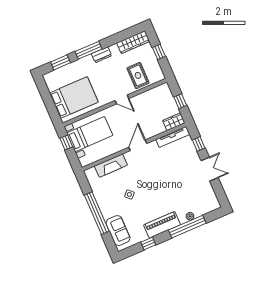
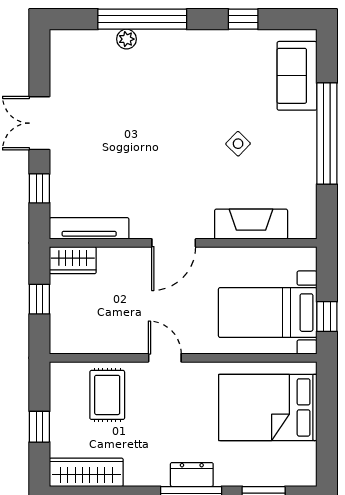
dresser: (102, 55) -> (192, 475), moved
piano: (162, 225) -> (196, 47), removed

